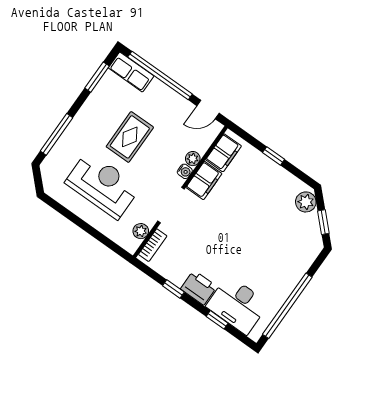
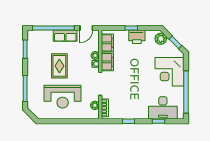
row of seats: (131, 72) -> (65, 36), moved
reception desk: (103, 185) -> (63, 97), turned 180
corner desk: (284, 259) -> (169, 72), added
printer: (199, 288) -> (137, 37), moved, turned 180

